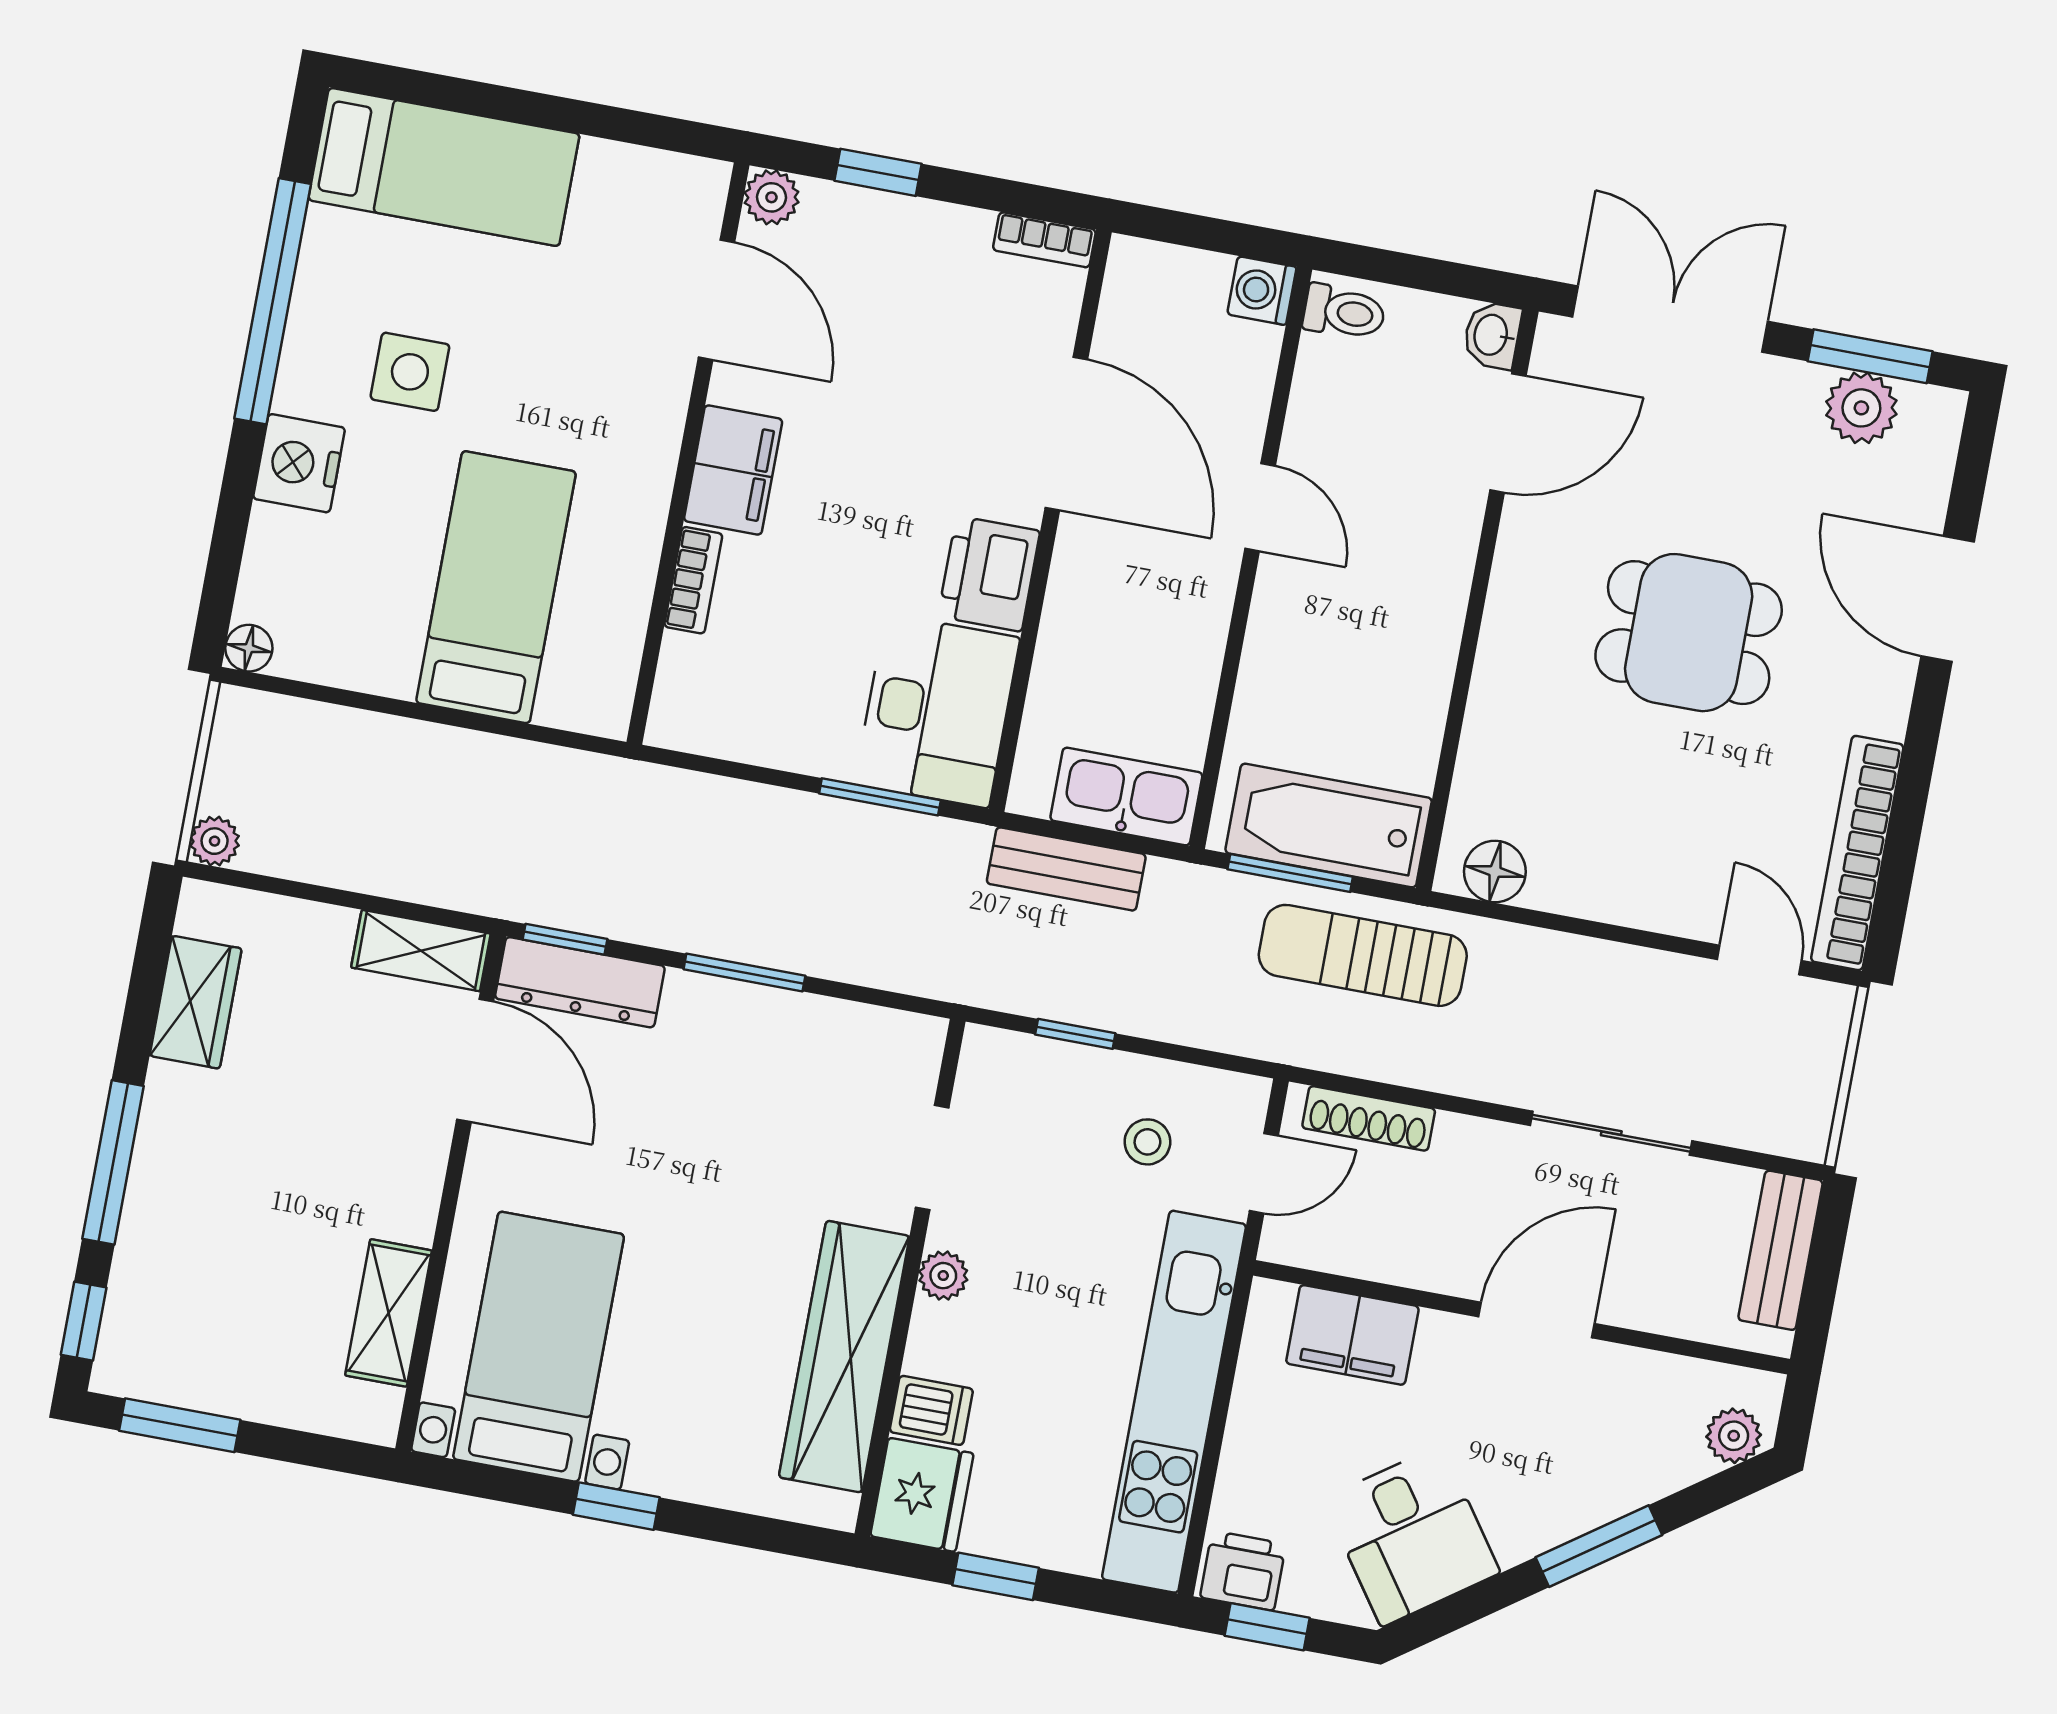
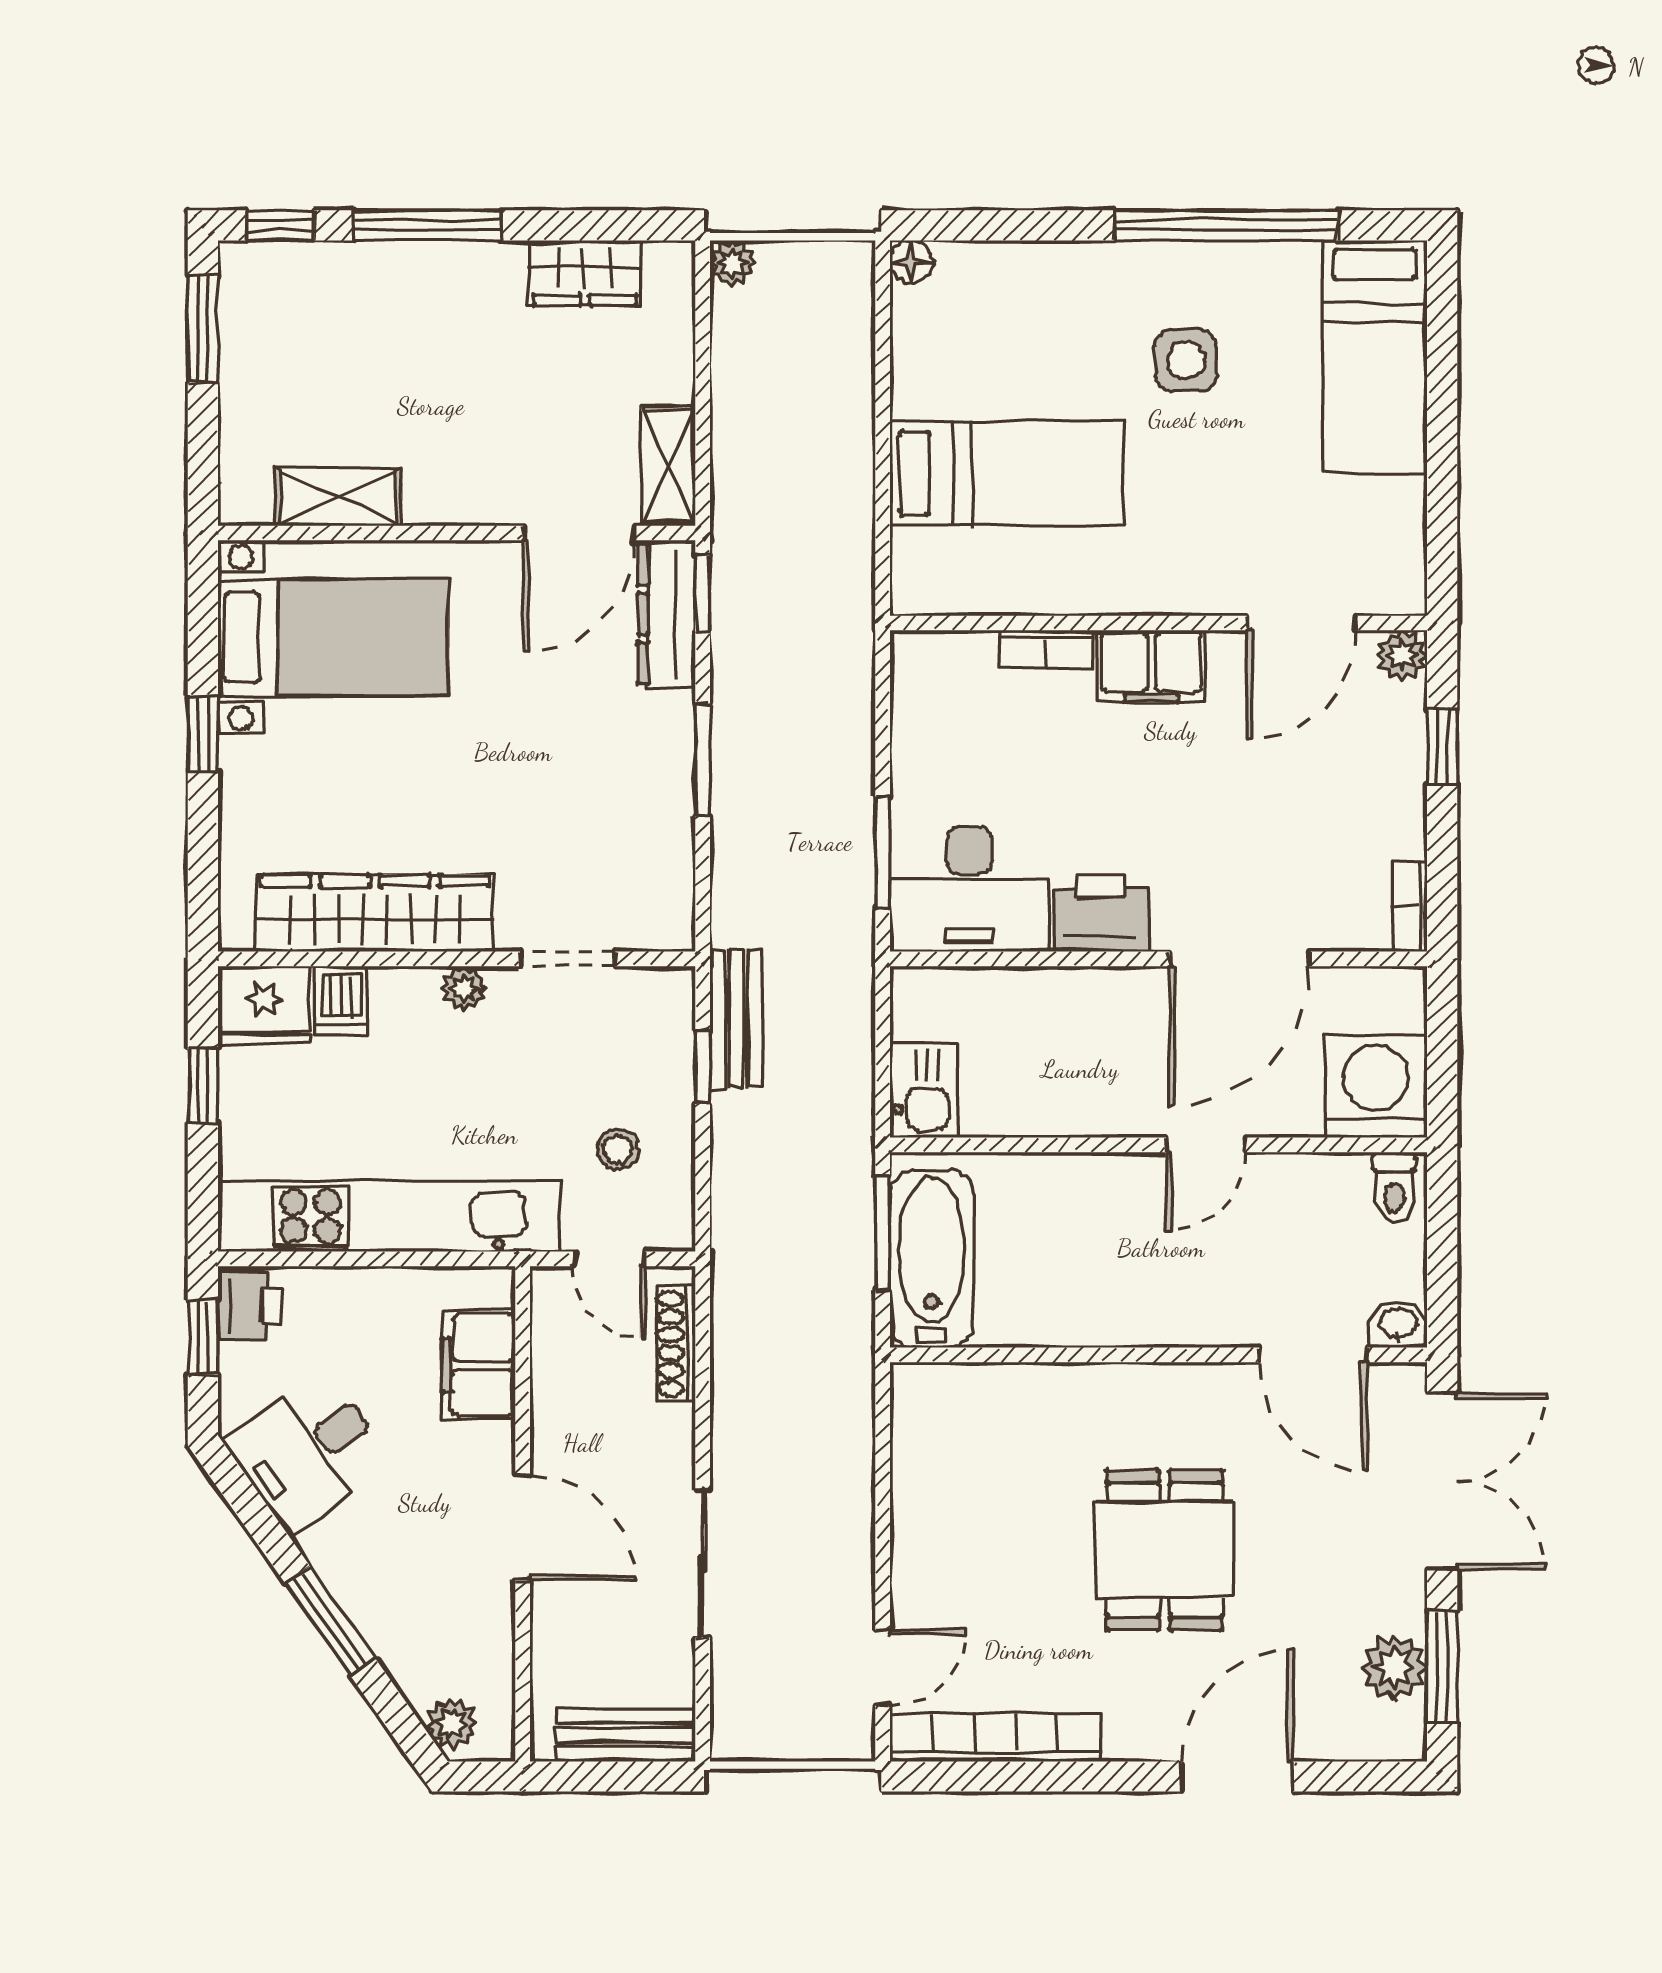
washing machine: (1262, 291) -> (1376, 1086), width x1.89, depth x1.89
nightstand: (299, 463) -> (1085, 276), removed
kitchen sink: (1126, 797) -> (924, 1091), width x0.73
bench: (1066, 869) -> (736, 1019), moved
floor lamp: (1495, 872) -> (918, 1416), removed
sun lounger: (1363, 955) -> (821, 1311), removed

